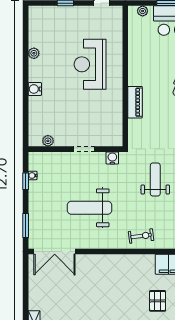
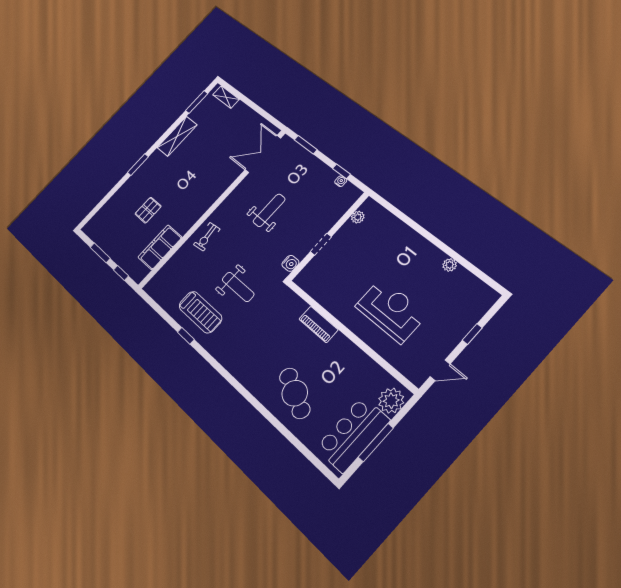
plant: (143, 11) -> (391, 401), width x1.88, depth x1.88
water cooler: (35, 89) -> (415, 240), removed
weight bench: (90, 208) -> (269, 210), width x0.73, depth x0.75
pallet: (158, 301) -> (148, 210), turned 90

